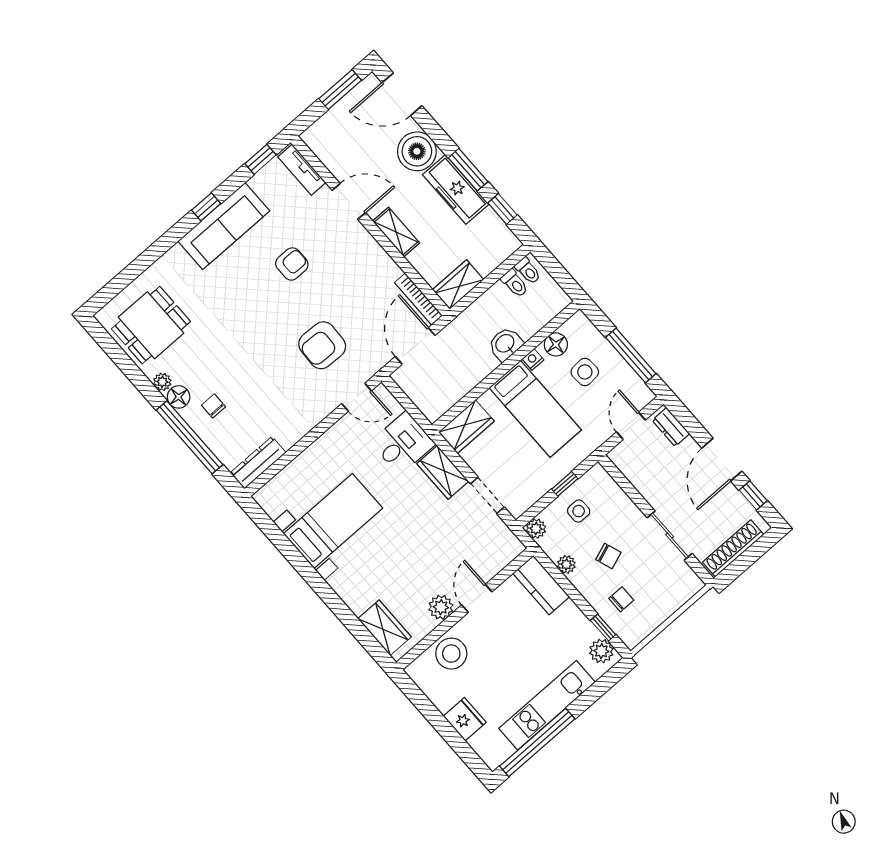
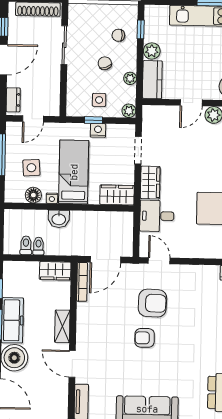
armchair: (292, 264) -> (145, 338), moved
toilet: (528, 271) -> (38, 246), moved
nightstand: (550, 477) -> (98, 130), added
plant: (601, 651) -> (152, 51), moved

